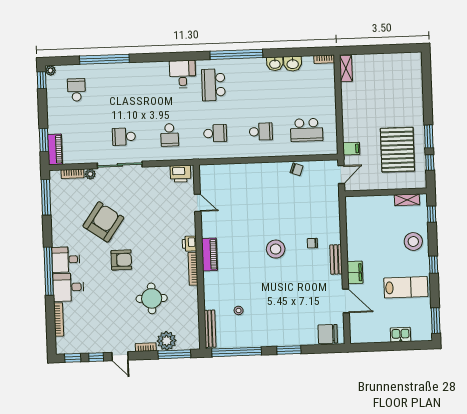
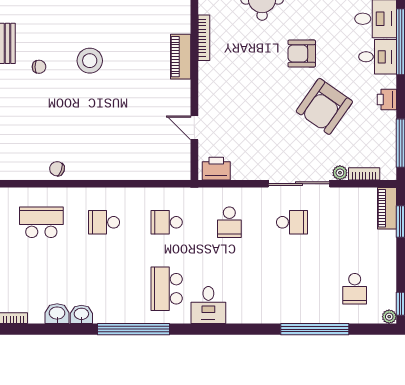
school desk: (213, 85) -> (167, 289), turned 180
school desk: (170, 135) -> (229, 222), turned 180
printer: (189, 244) -> (387, 100), moved, turned 180

